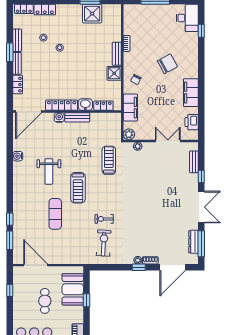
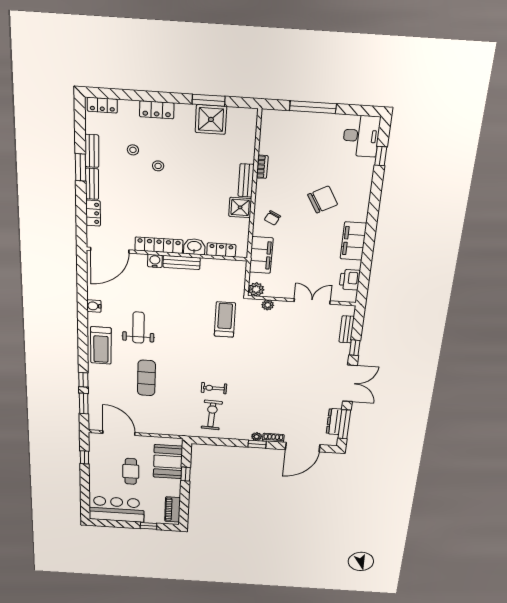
locker: (45, 10) -> (157, 110), moved
weight bench: (49, 171) -> (138, 328), turned 180
treadmill: (78, 188) -> (101, 345), moved

